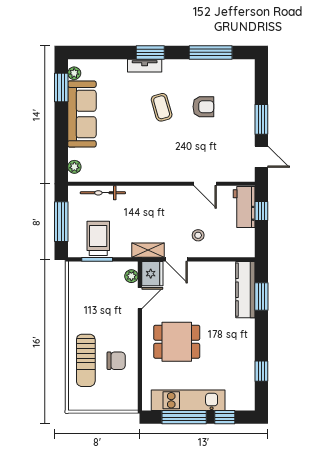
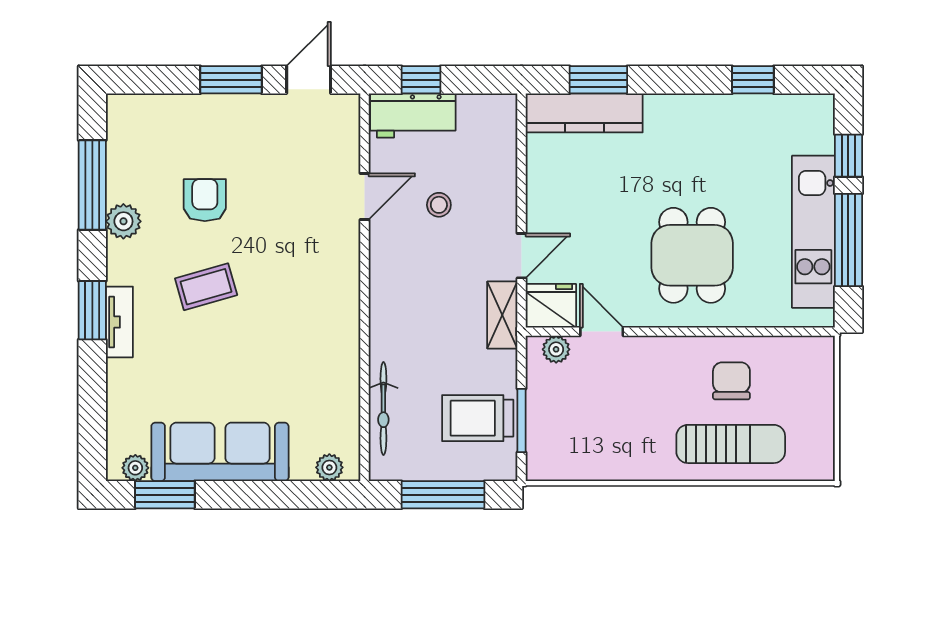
plant: (193, 67) -> (123, 221), added
stool: (198, 235) -> (439, 205), moved

